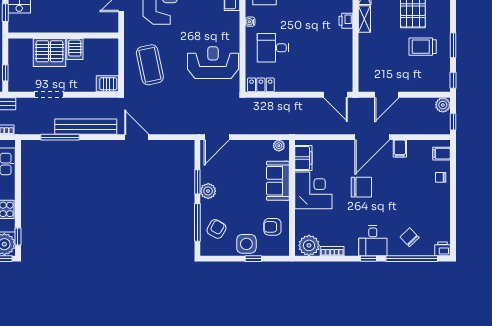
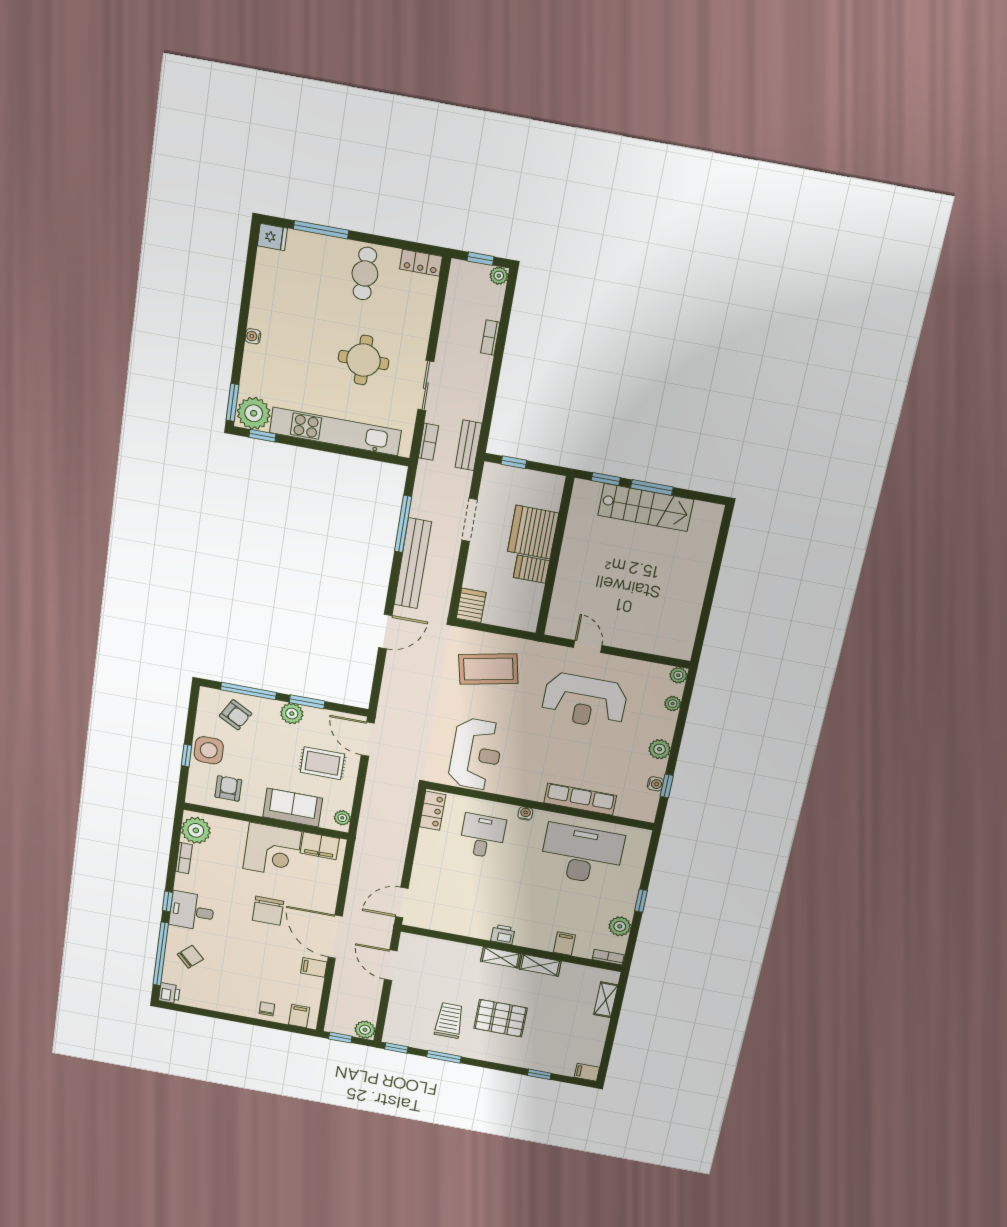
rug: (241, 165) -> (322, 763), added

